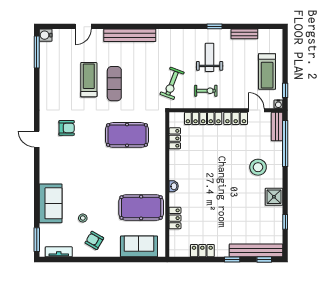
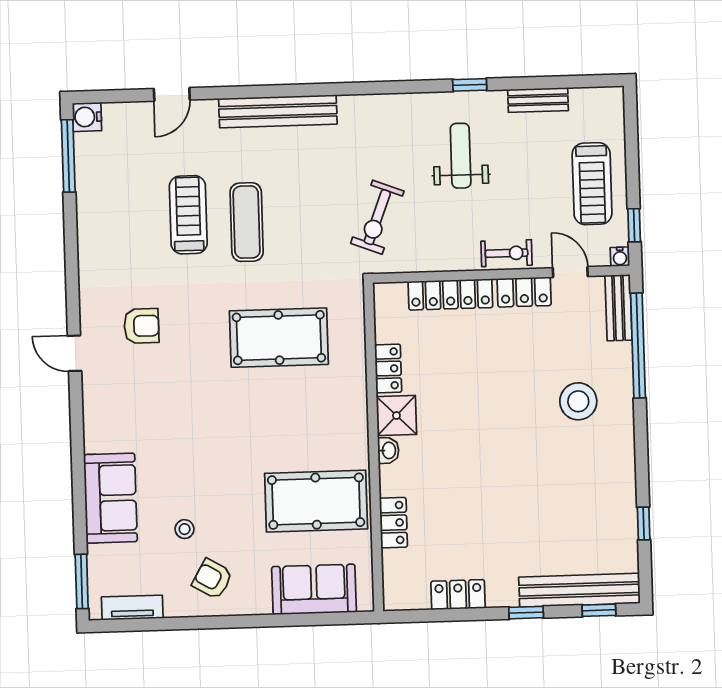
exercise bike: (206, 91) -> (507, 253), moved
locker: (175, 138) -> (388, 369), moved
shower: (274, 197) -> (396, 415), moved

